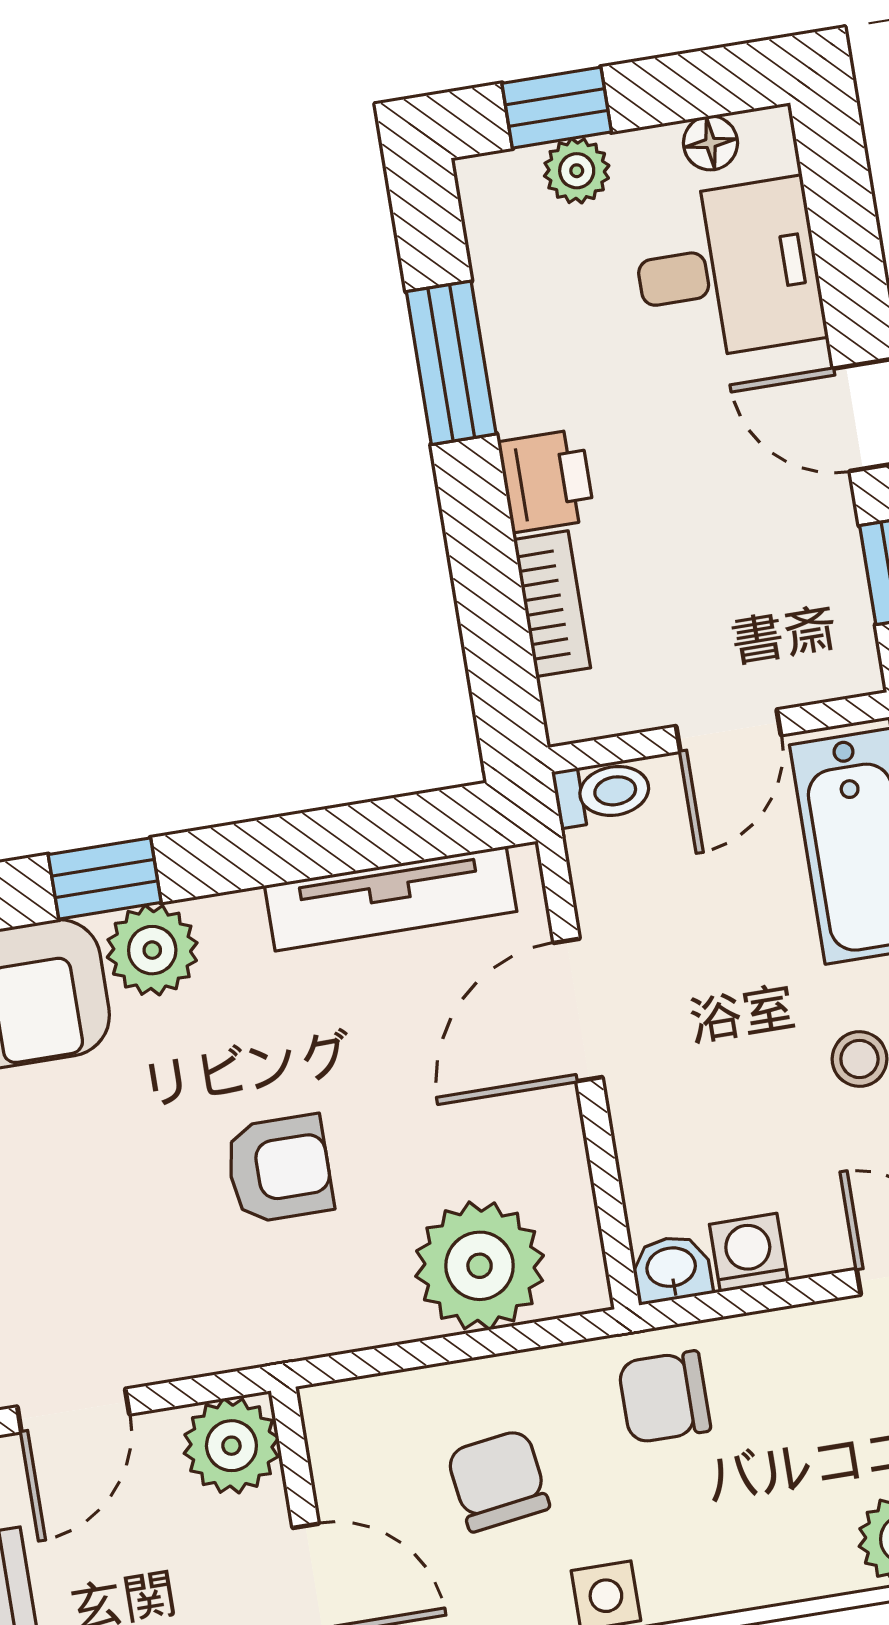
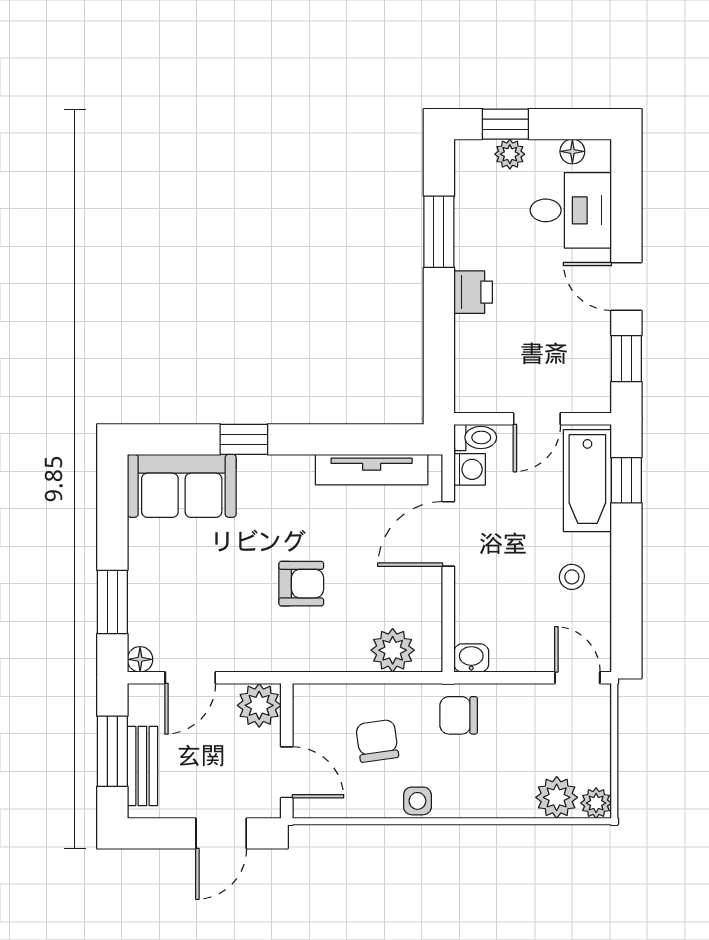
bookcase: (552, 604) -> (467, 348), removed
plant: (152, 950) -> (260, 475), removed
washing machine: (749, 1253) -> (470, 469), moved, turned 90
plant: (480, 1266) -> (393, 650), width x0.73, depth x0.73

